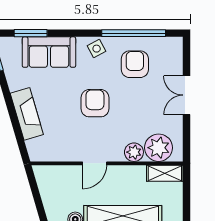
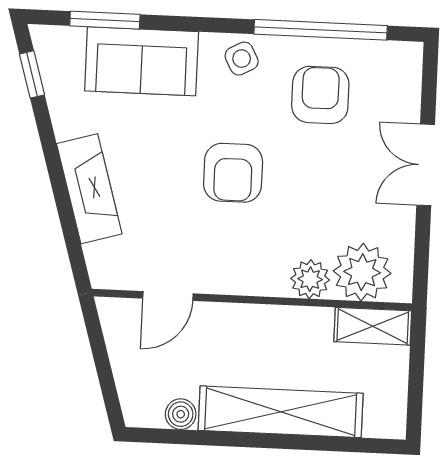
armchair: (95, 103) -> (233, 173), turned 180
door: (95, 163) -> (168, 296), moved

